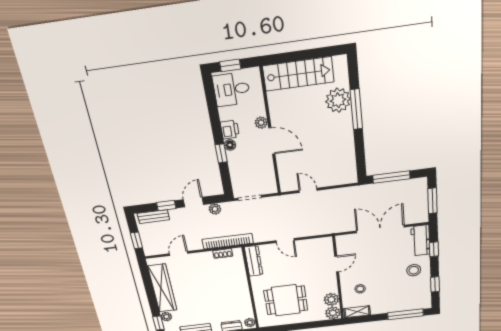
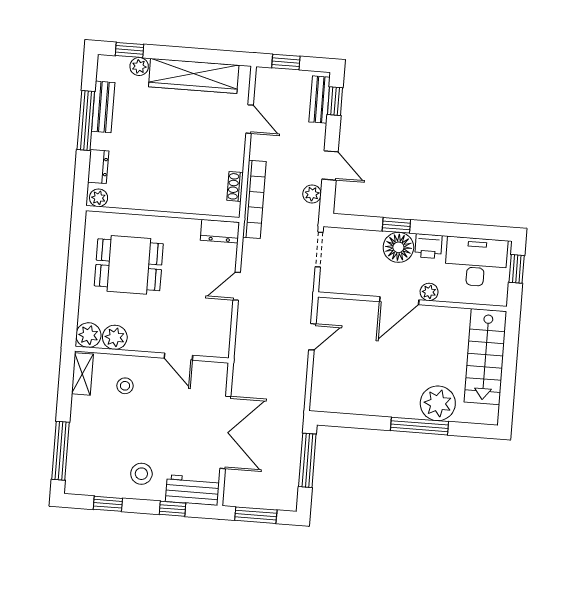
desk: (231, 89) -> (476, 262), width x1.37
floor lamp: (230, 145) -> (398, 247), width x1.89, depth x1.89
window: (166, 206) -> (335, 101), moved
dresser: (254, 261) -> (220, 231), width x0.70
dining table: (286, 300) -> (129, 265), turned 90

